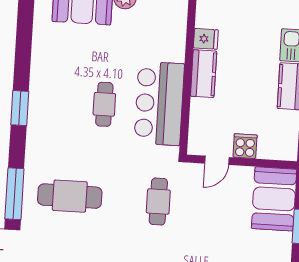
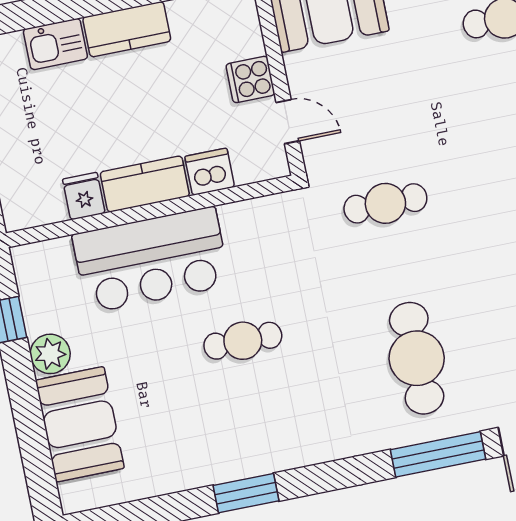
bar counter: (159, 103) -> (151, 260), moved
window: (20, 108) -> (246, 493), moved
dishwasher: (201, 111) -> (210, 172), added

